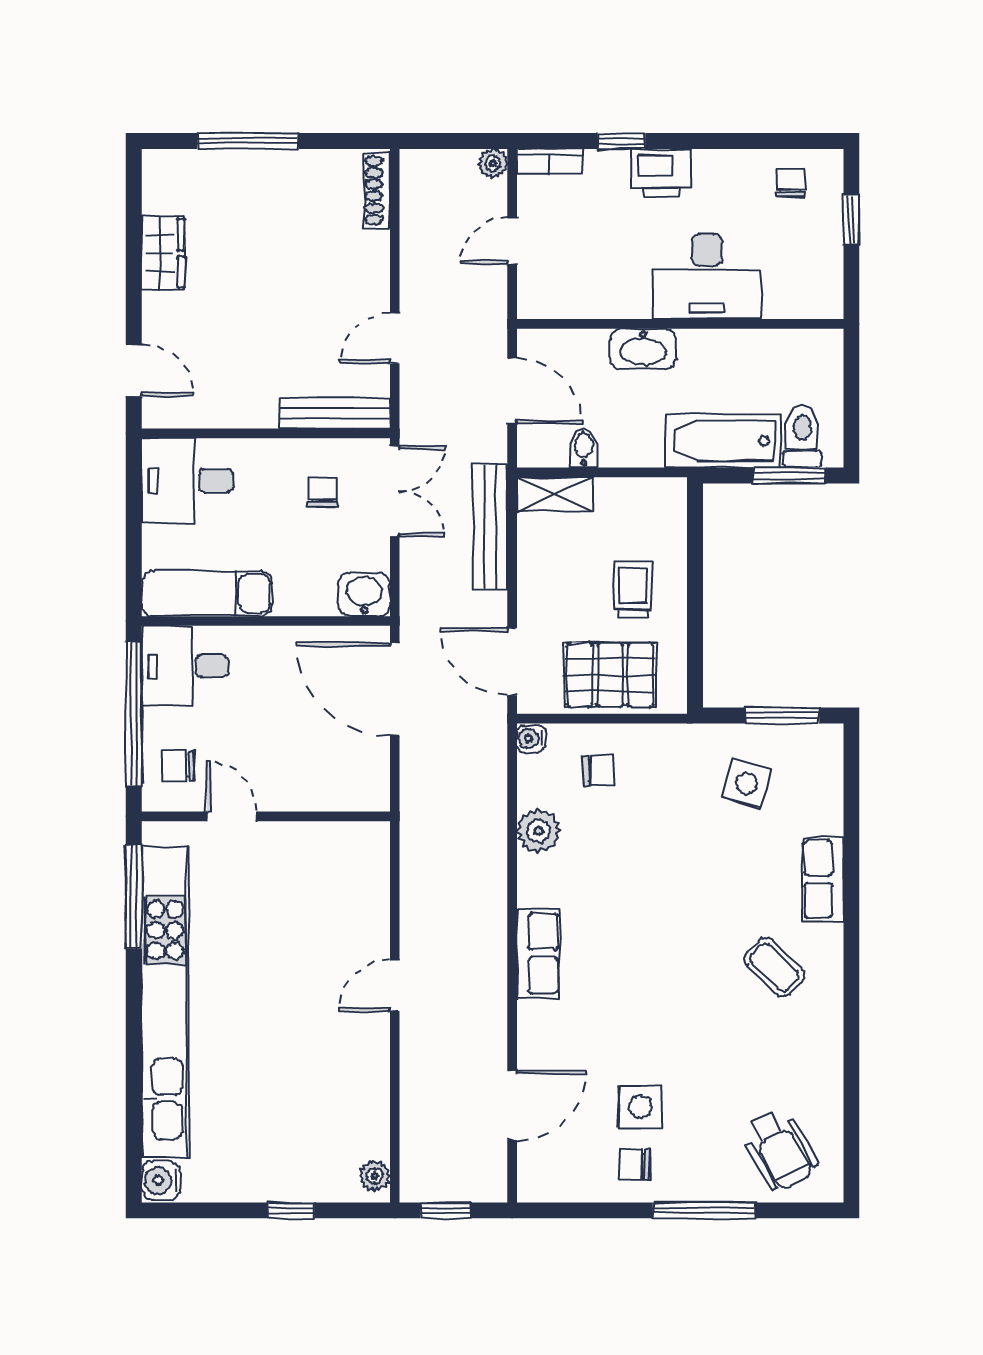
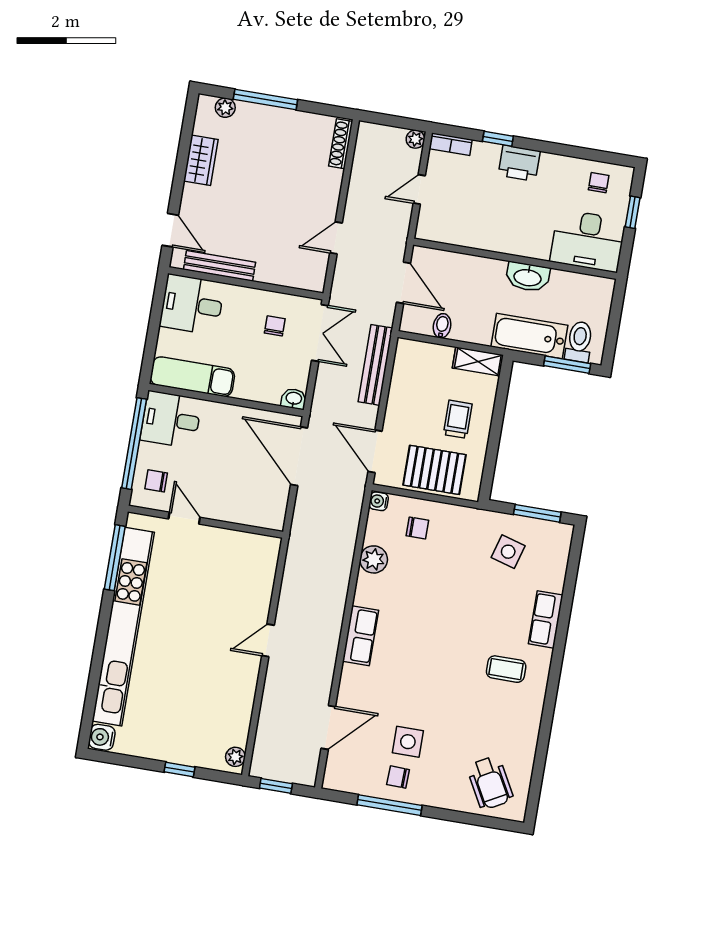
plant: (187, 164) -> (225, 108), added
desk: (707, 276) -> (588, 241), moved
washbasin: (643, 349) -> (528, 277), moved
bench: (335, 413) -> (219, 266), moved
shelving: (555, 494) -> (478, 362), moved
washbasin: (364, 594) -> (294, 399), width x0.72, depth x0.69
coffee table: (774, 967) -> (506, 669), turned -44
window: (704, 1210) -> (389, 805), moved

